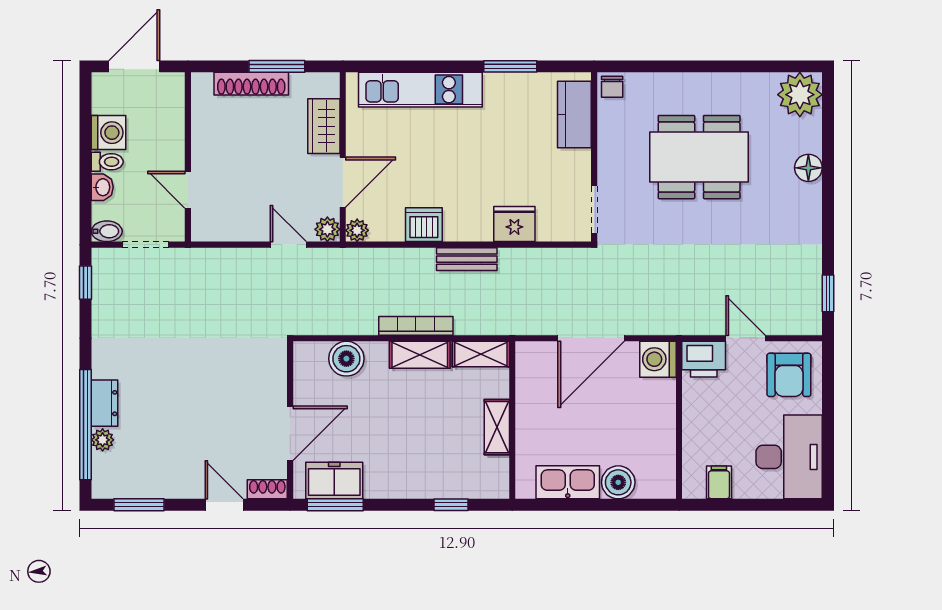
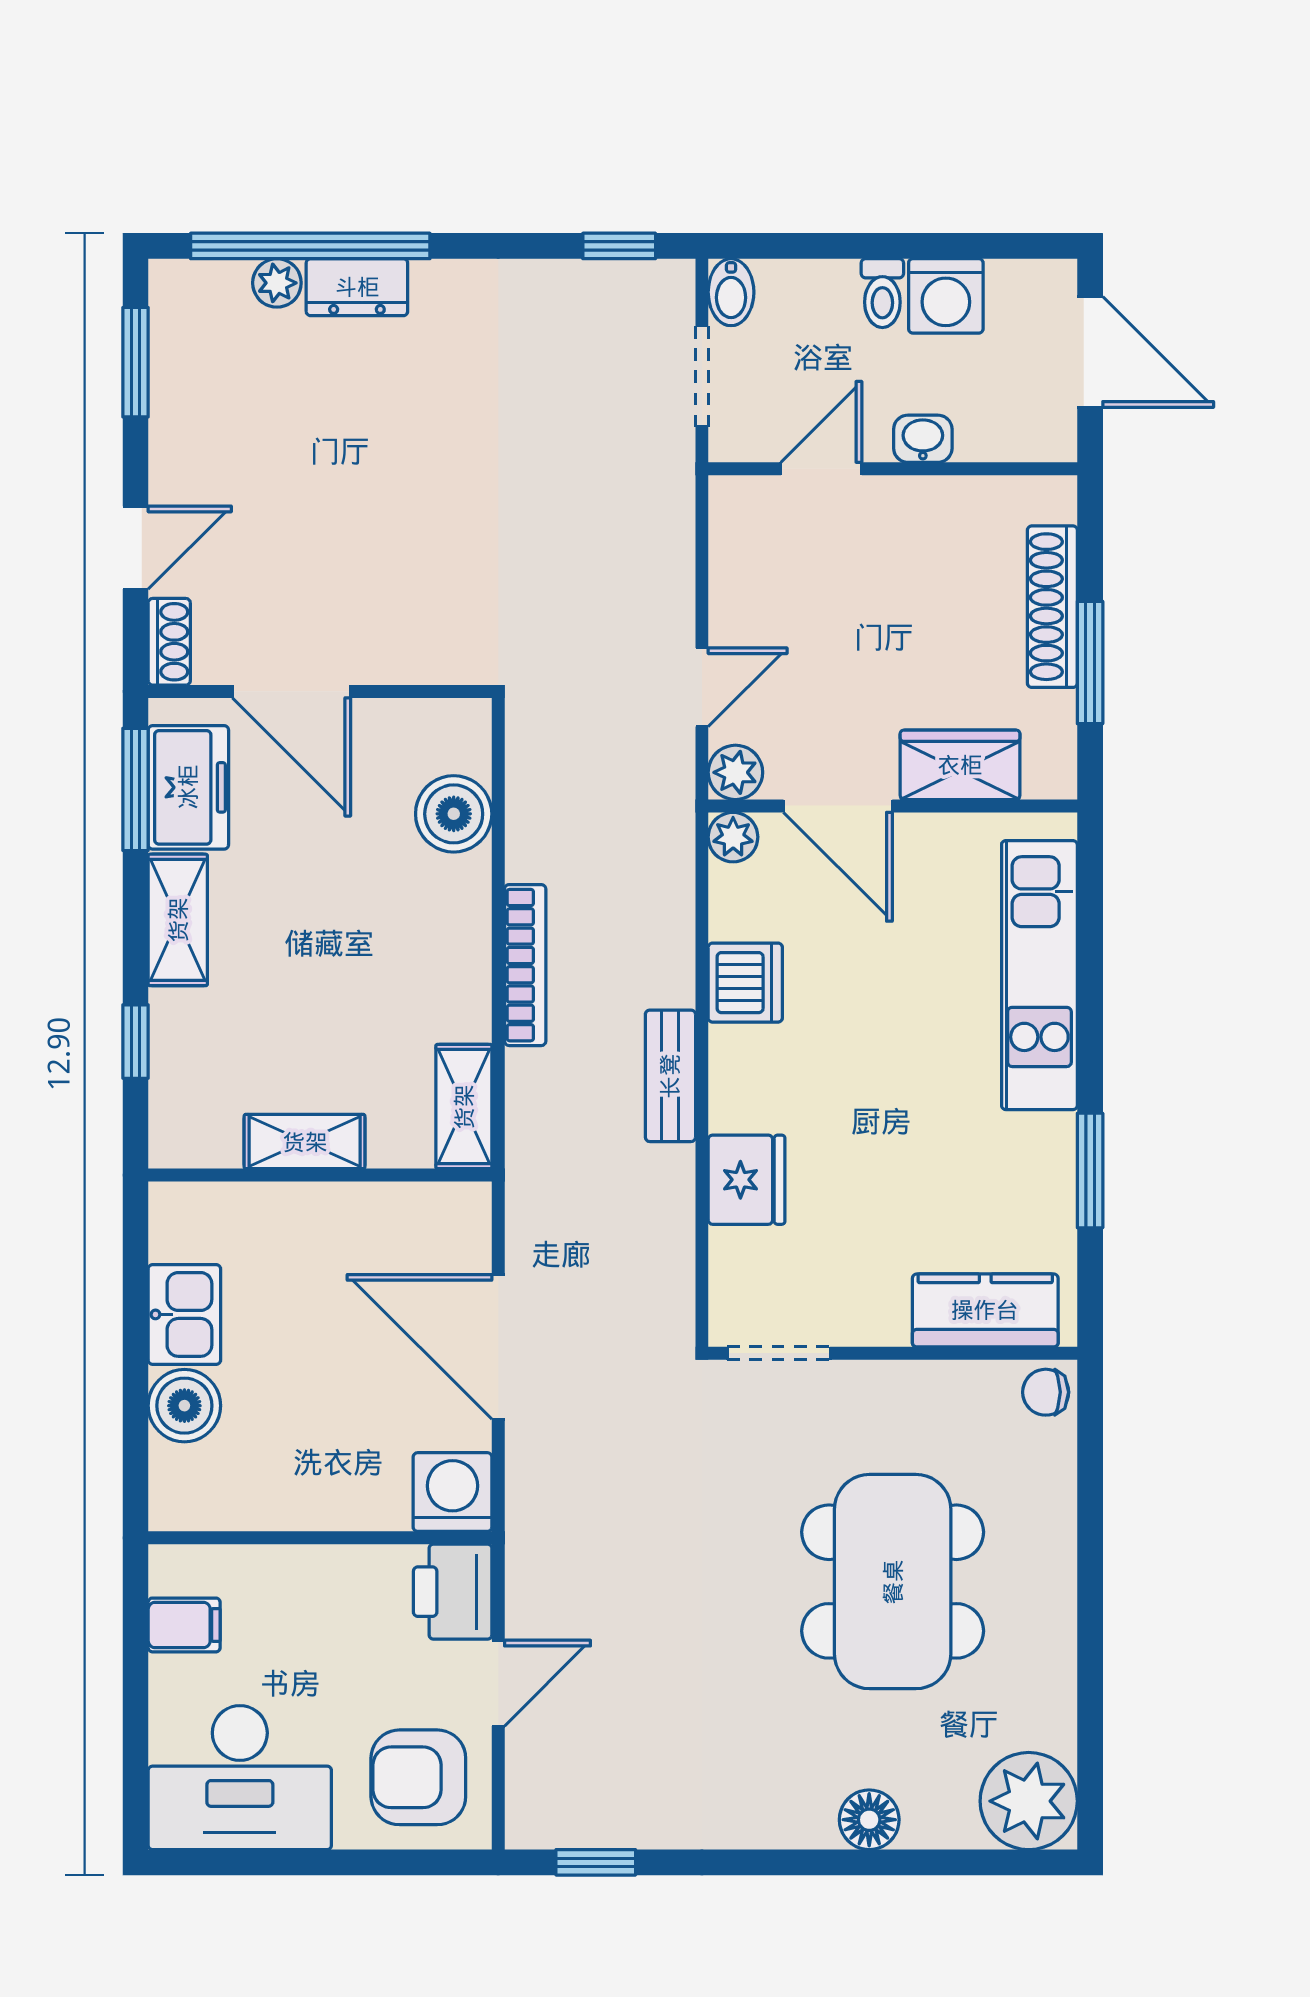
washbasin: (102, 187) -> (923, 439), moved, turned 180
shelving: (420, 355) -> (178, 920), moved
kitchen sink: (568, 482) -> (184, 1314), width x0.73

